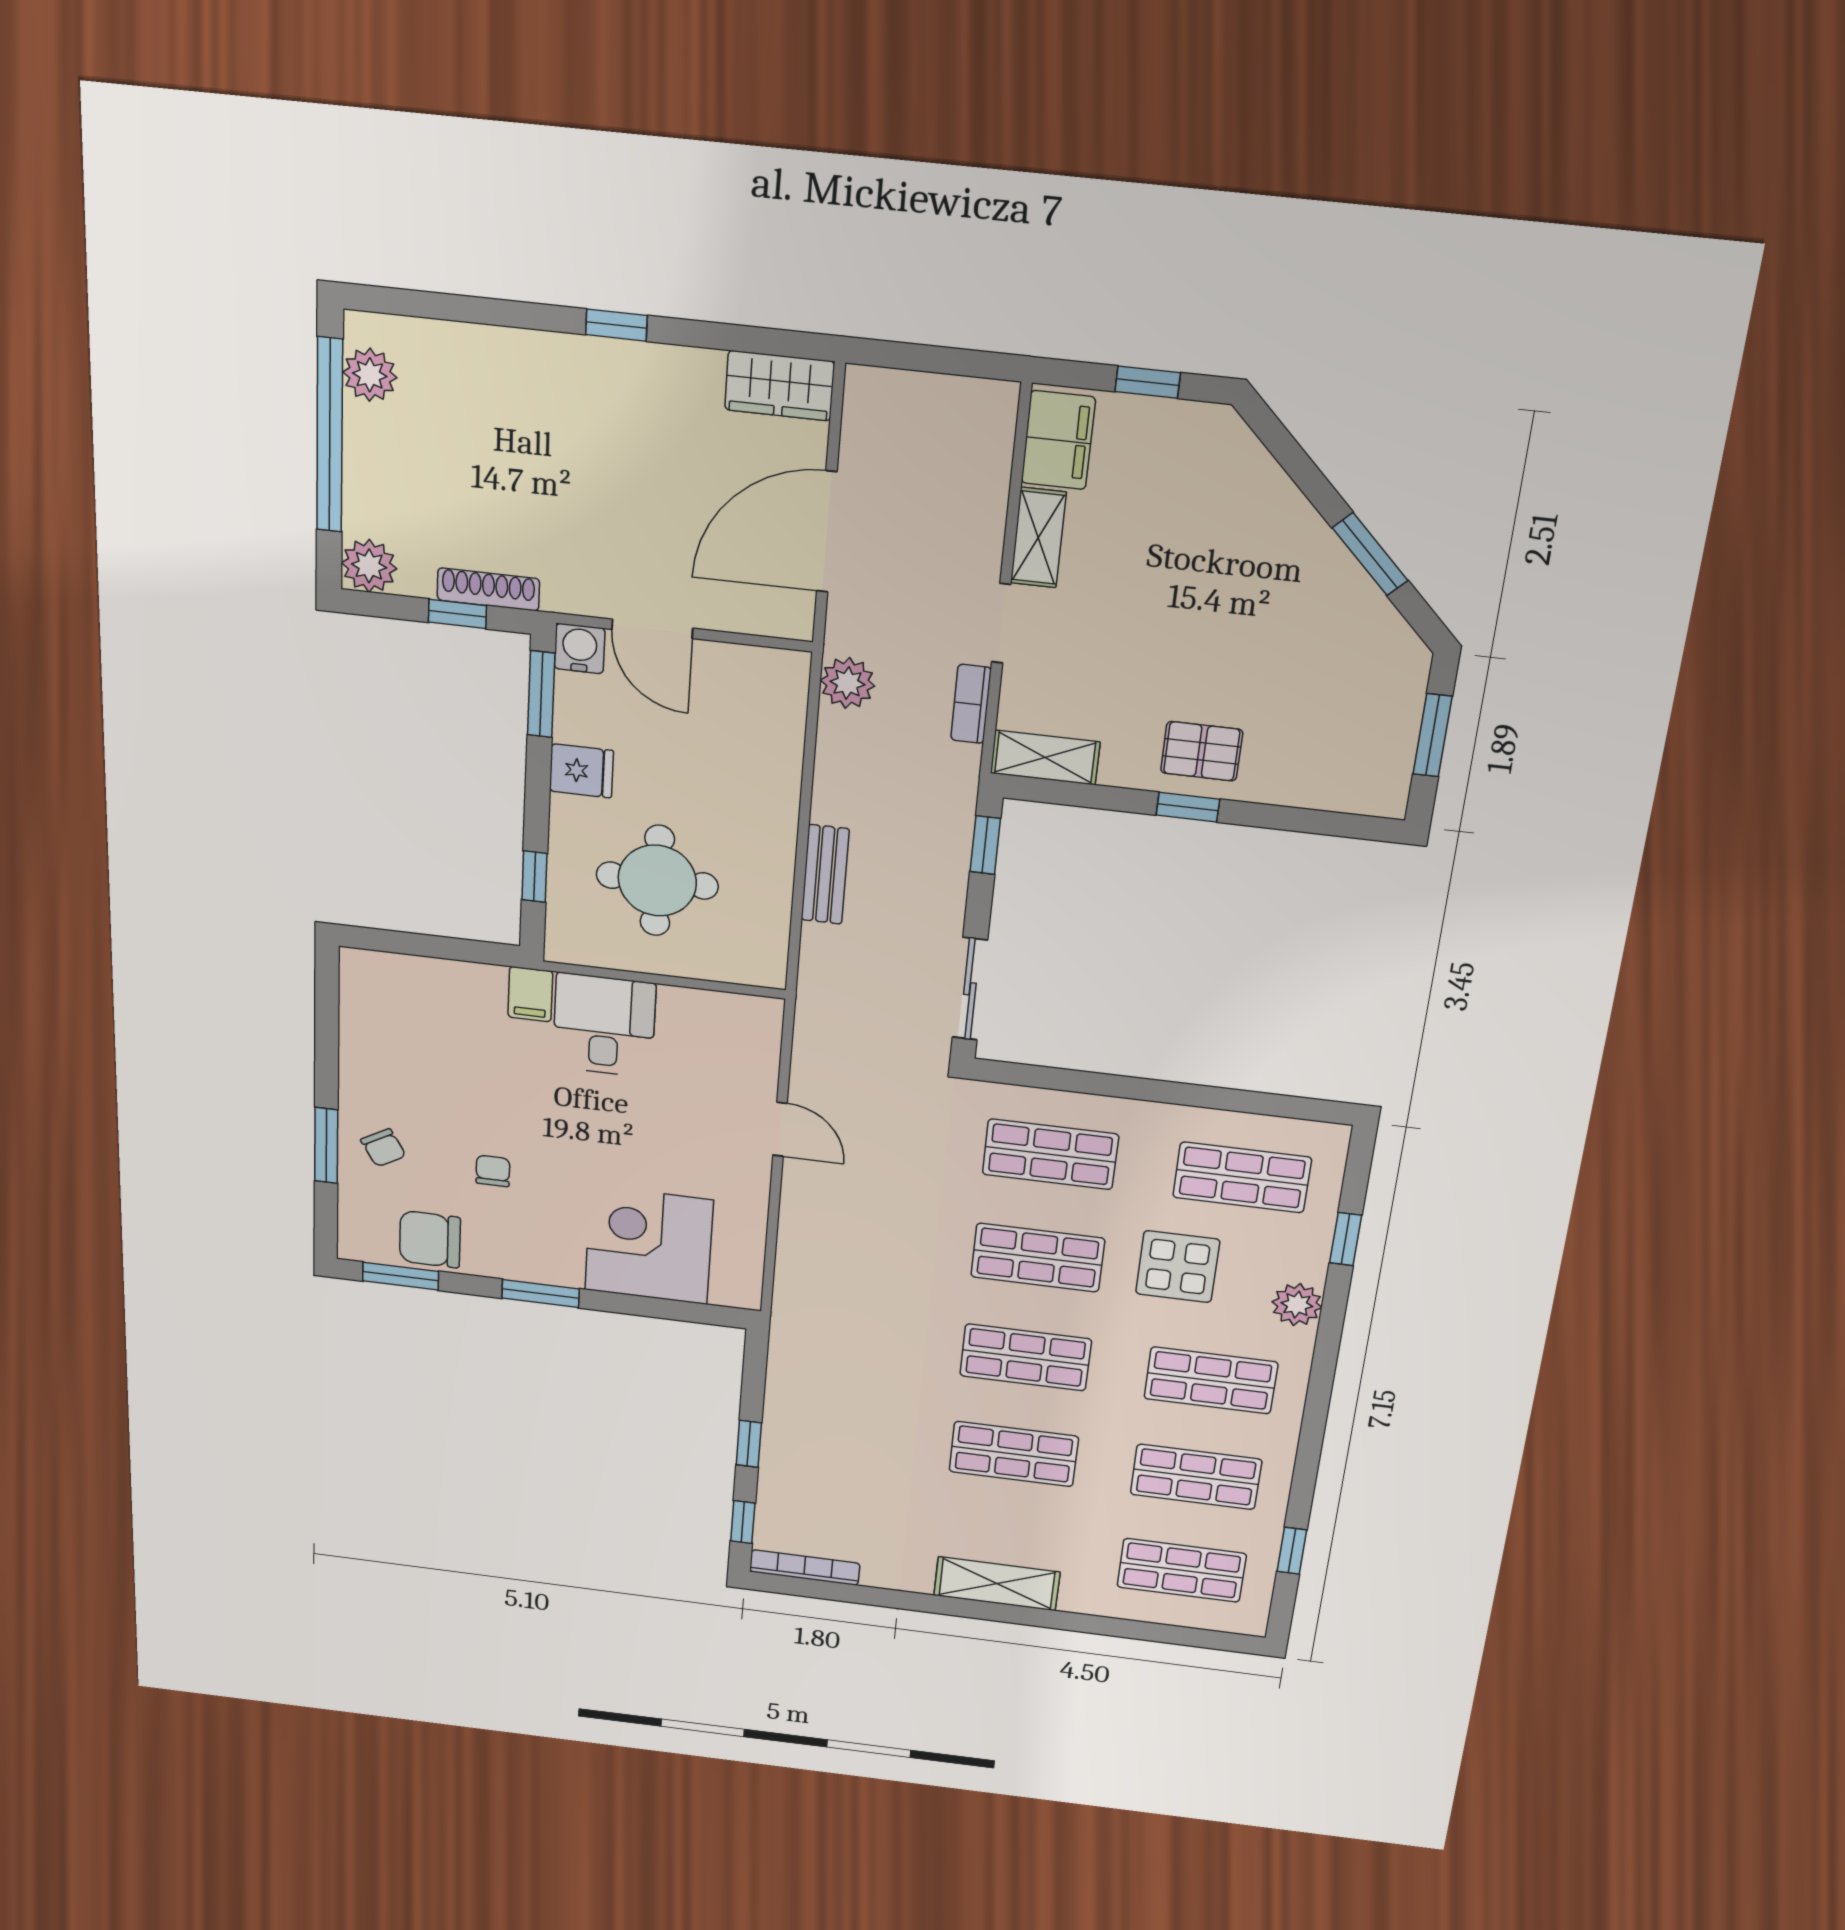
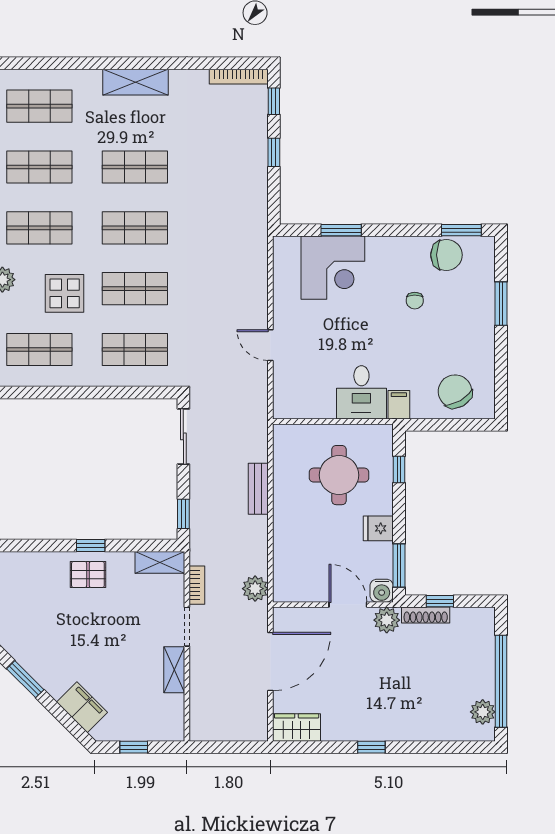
filing cabinet: (1058, 440) -> (82, 707), moved, turned 135
plant: (369, 566) -> (387, 620), moved
chair: (383, 1148) -> (455, 391), moved, width x1.87, depth x1.87
window: (541, 1294) -> (341, 230), moved

